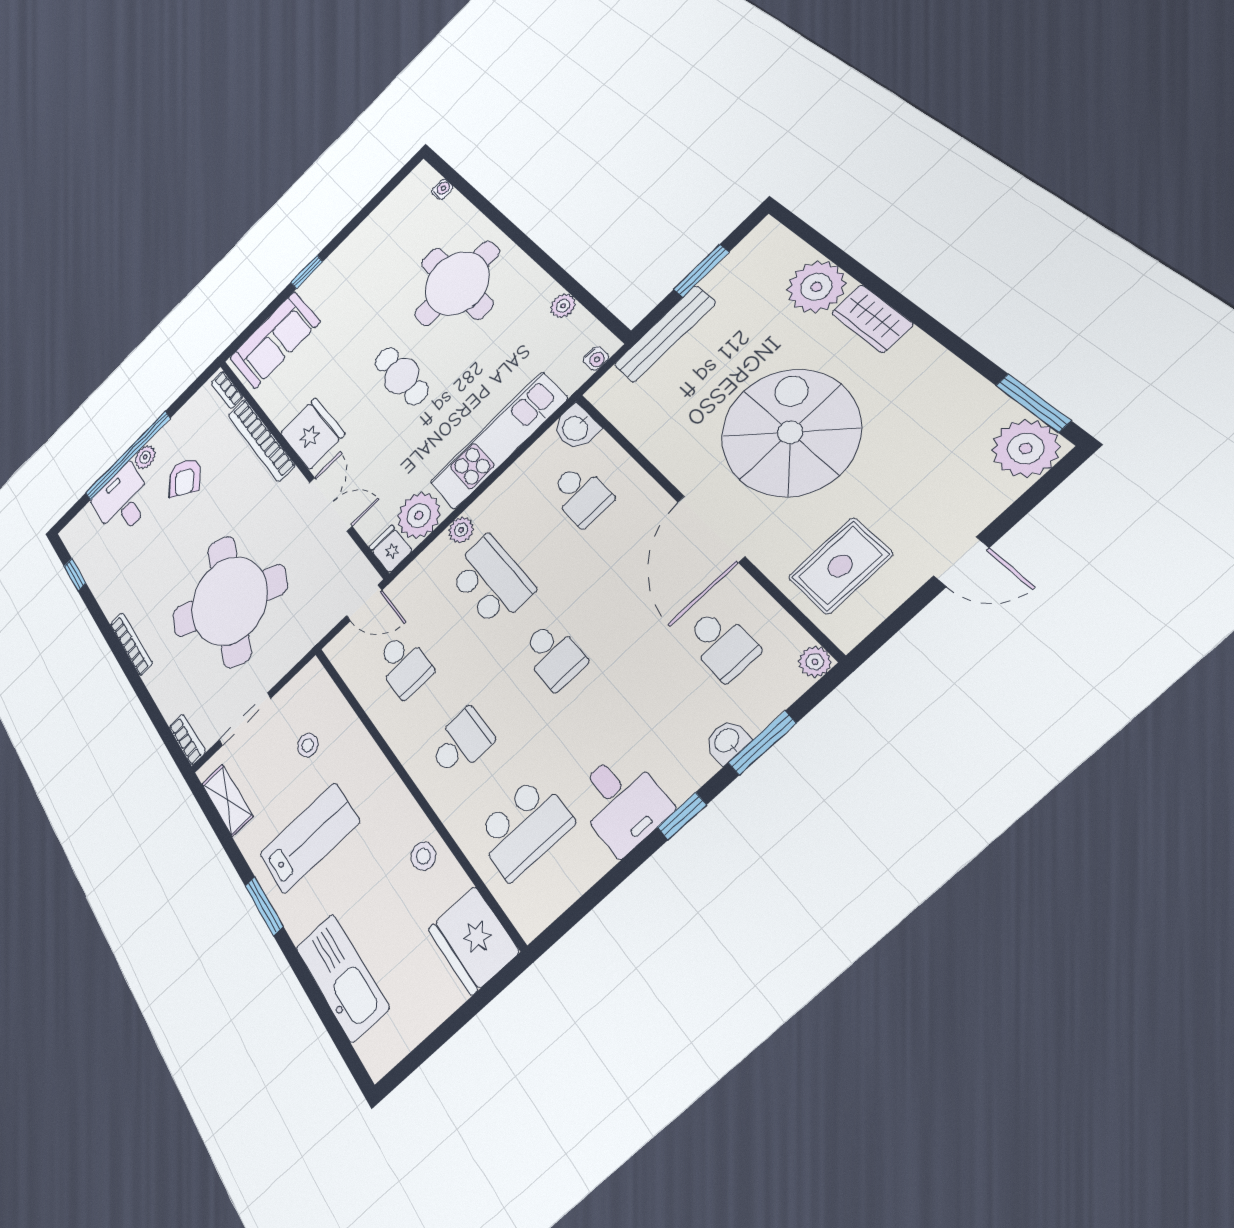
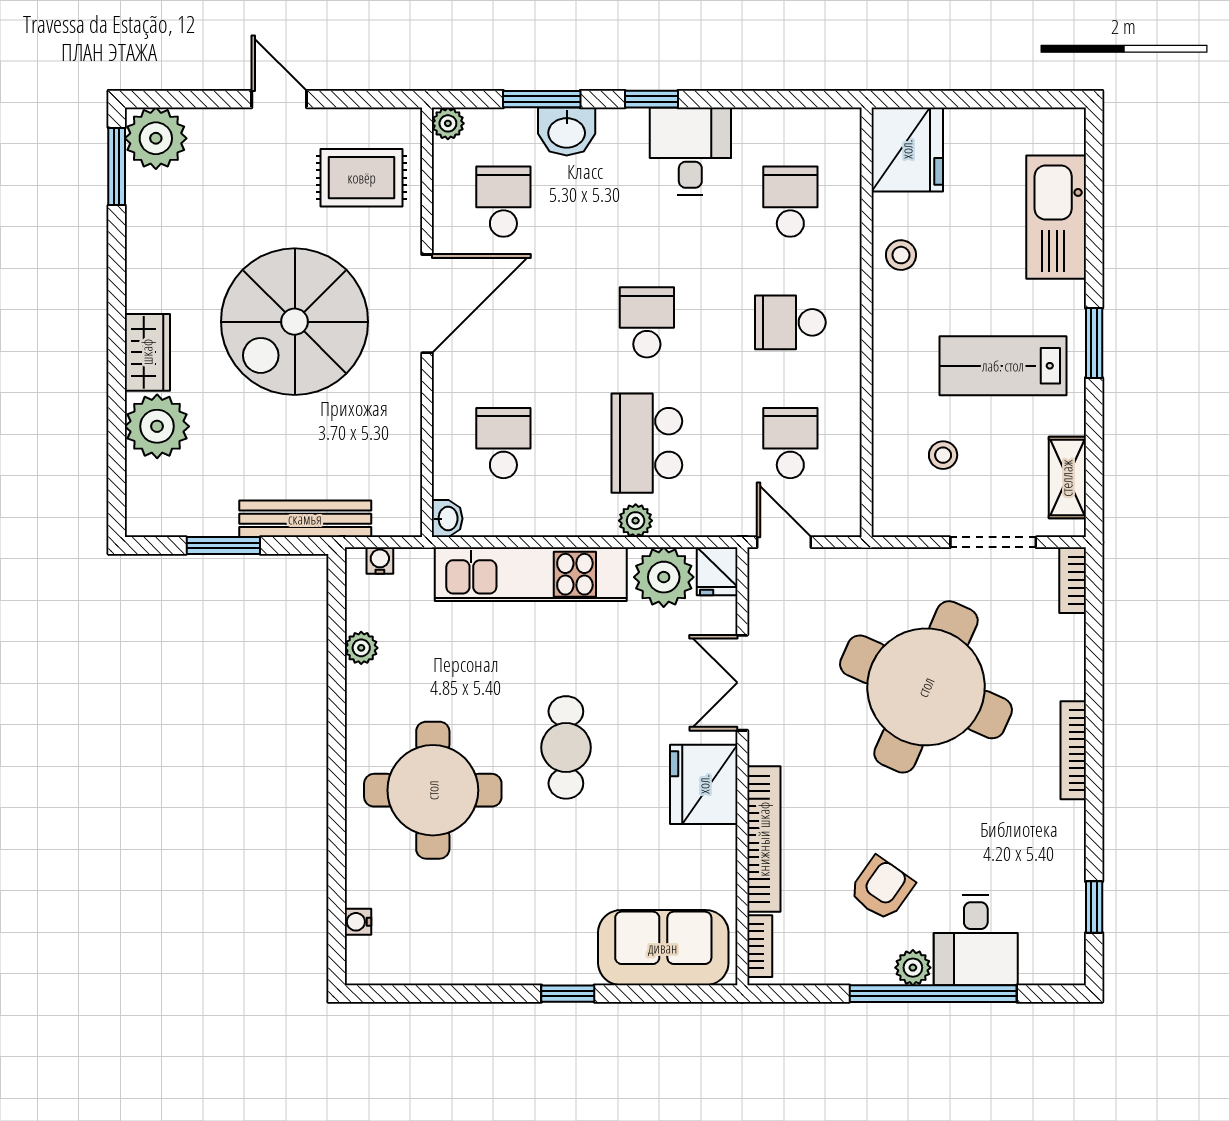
washbasin: (576, 428) -> (447, 519), width x0.72, depth x0.69
washbasin: (727, 741) -> (567, 131), width x1.38, depth x1.45
school desk: (524, 828) -> (790, 202), width x0.54

